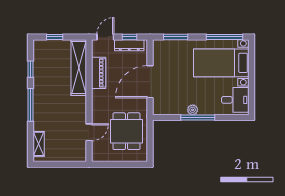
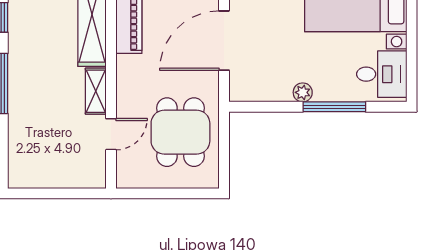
window: (198, 118) -> (334, 107), moved
shelving: (39, 144) -> (96, 91), moved

